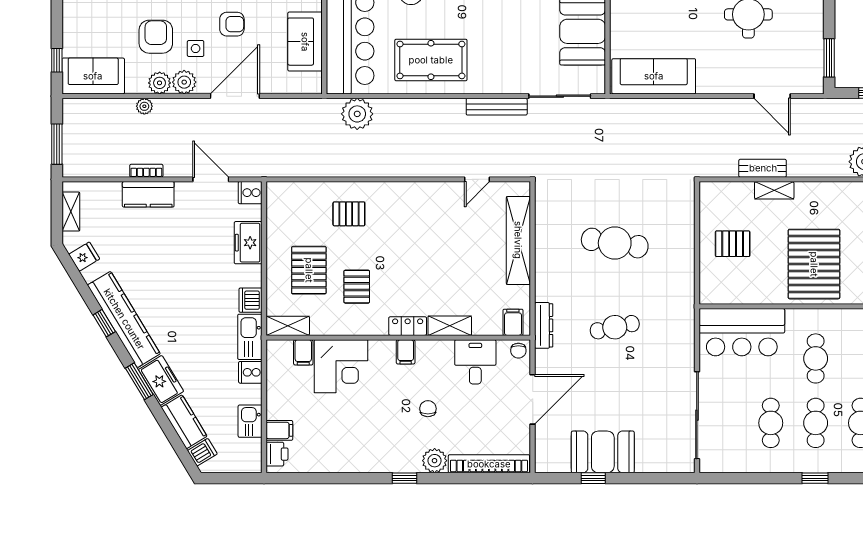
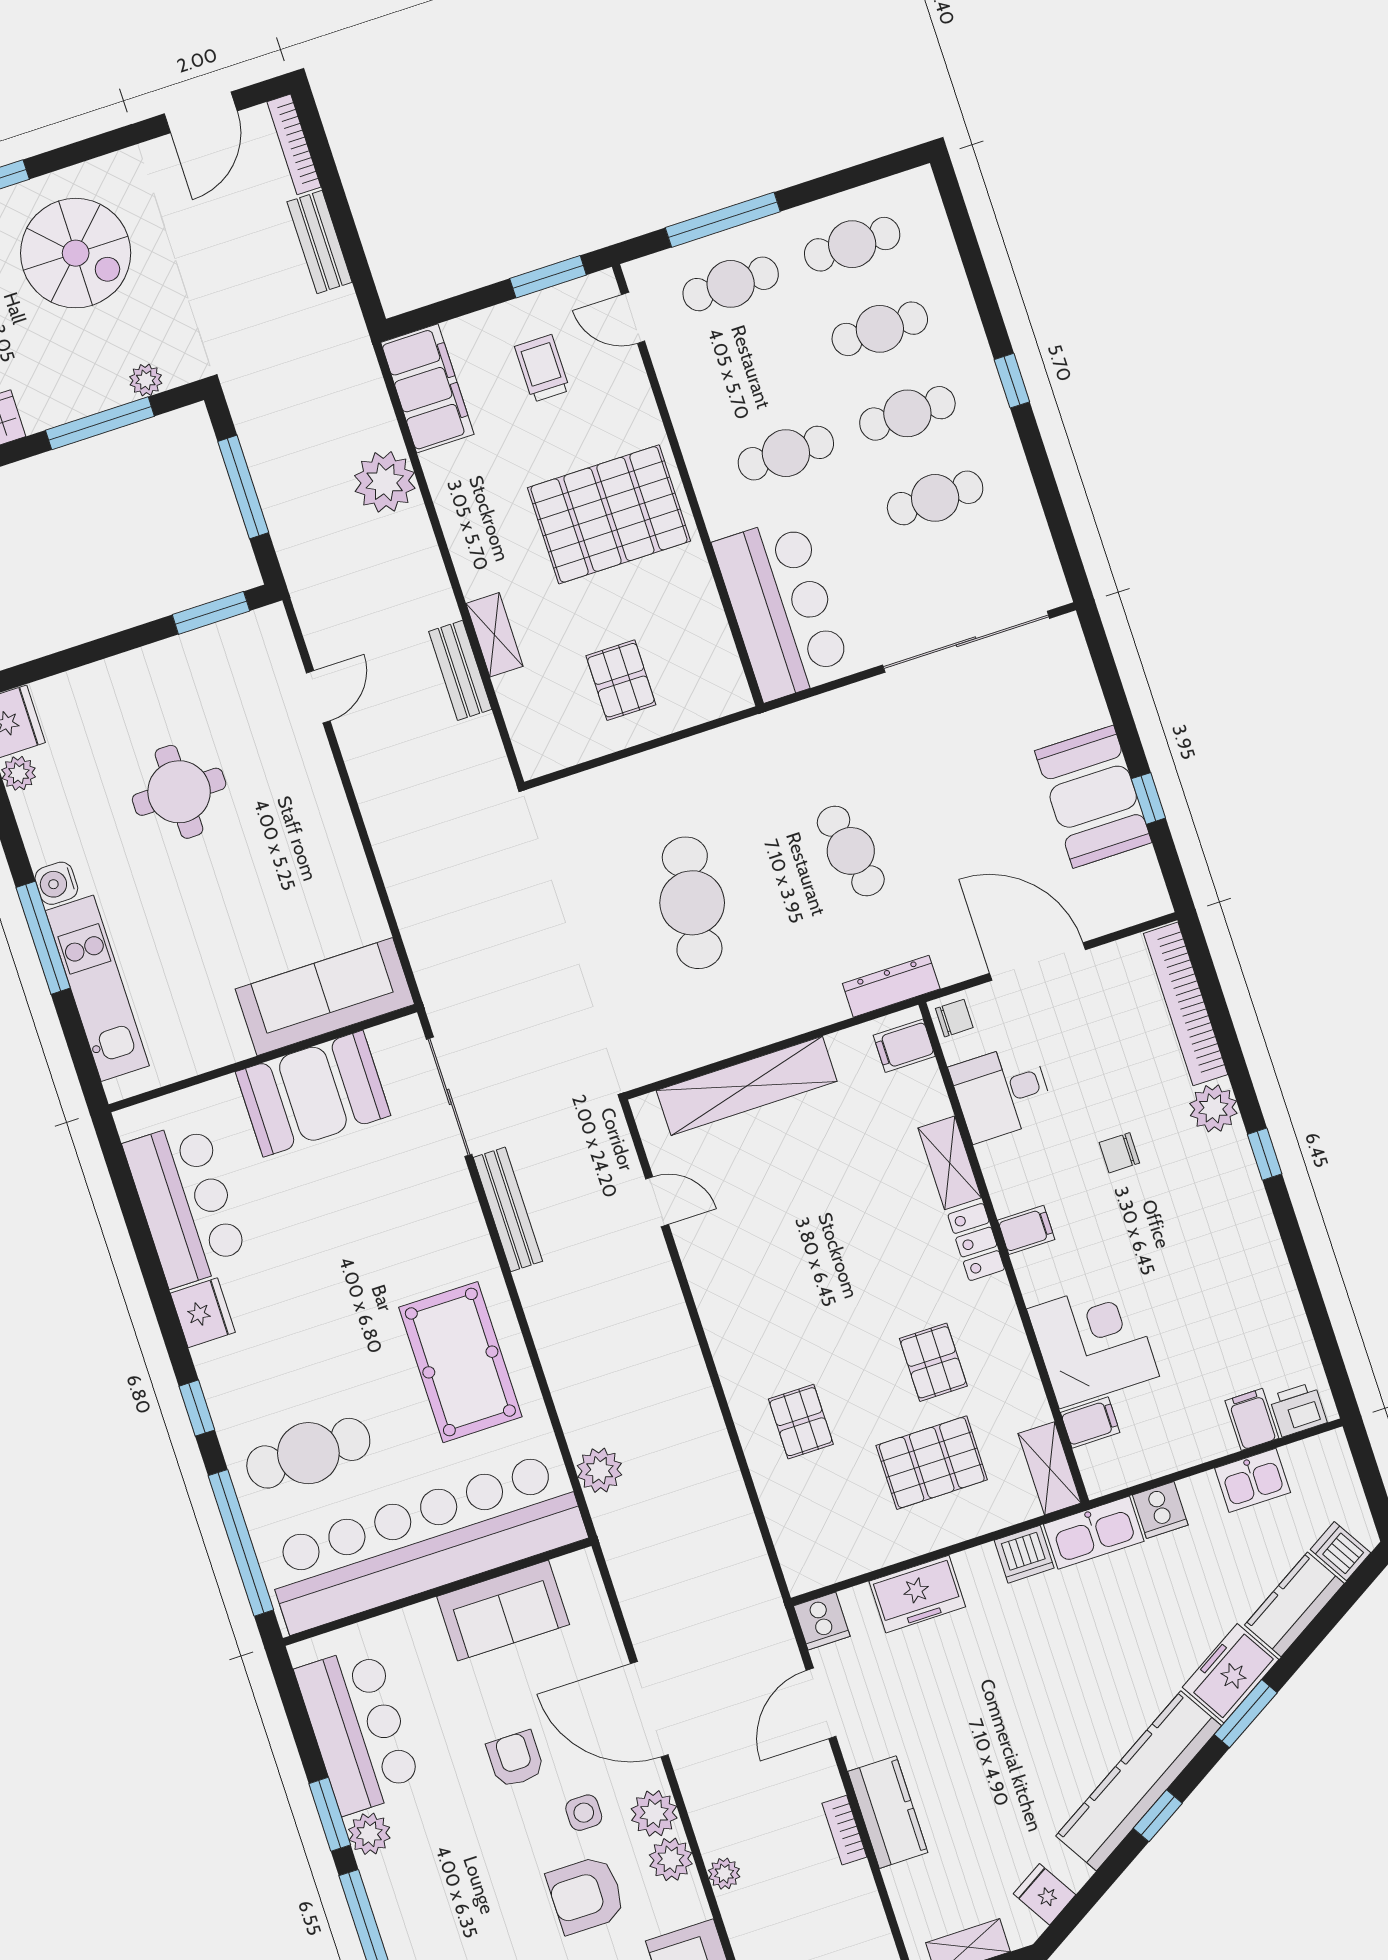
sofa: (654, 76) -> (325, 997), moved, turned 90
door: (772, 96) -> (318, 697), width x0.73
plant: (357, 114) -> (600, 1470), width x0.73, depth x0.73
pallet: (357, 287) -> (933, 1362), turned 90

